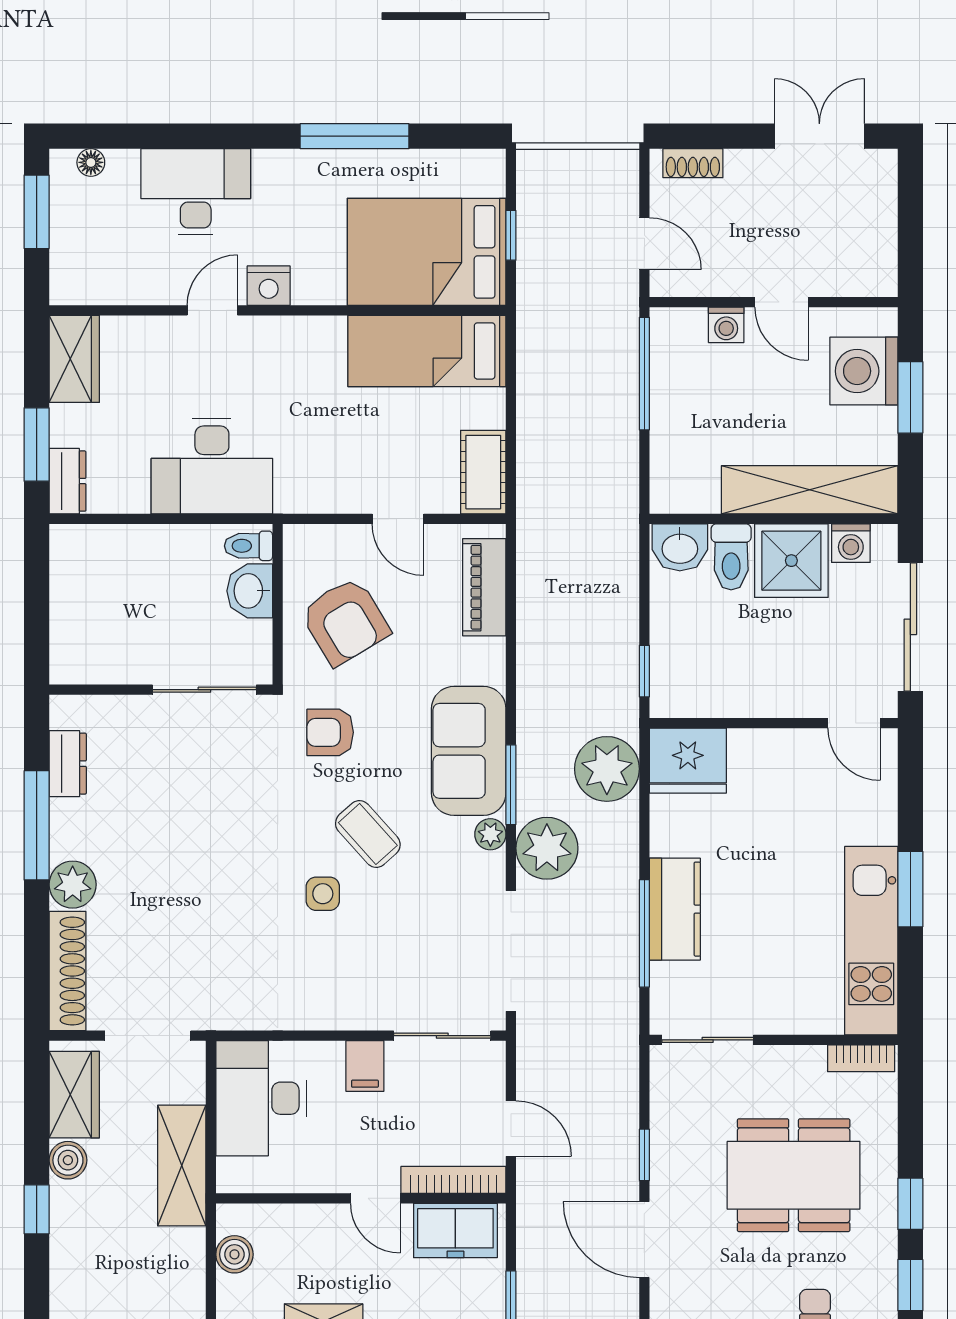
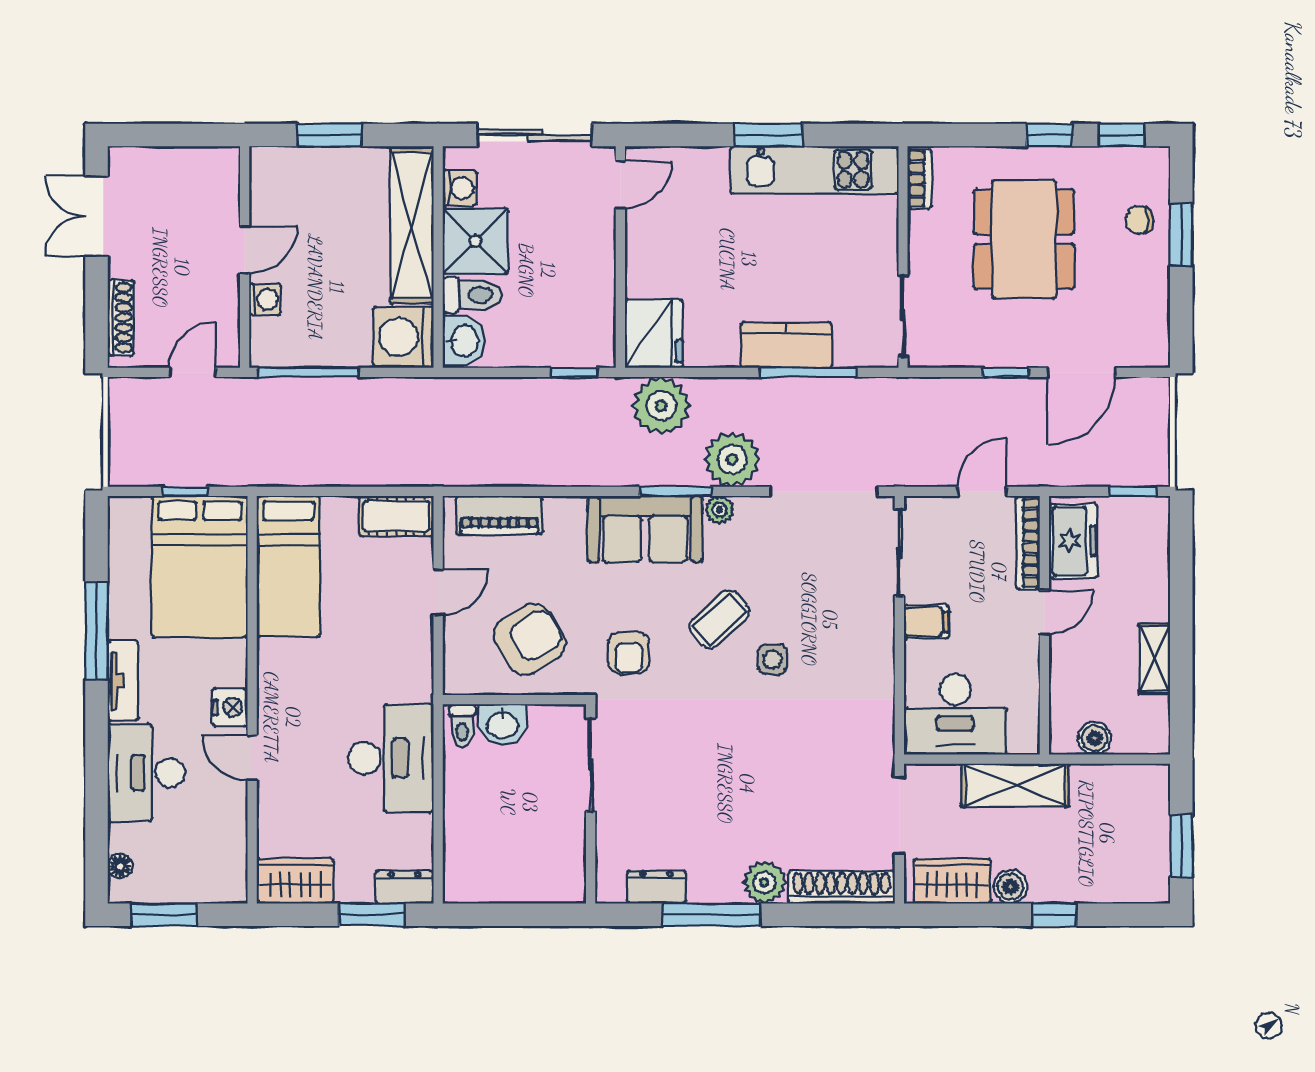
shoe rack: (693, 163) -> (121, 318), width x1.43
tv unit: (299, 166) -> (123, 681), added
washing machine: (864, 371) -> (403, 337), moved, turned 90

